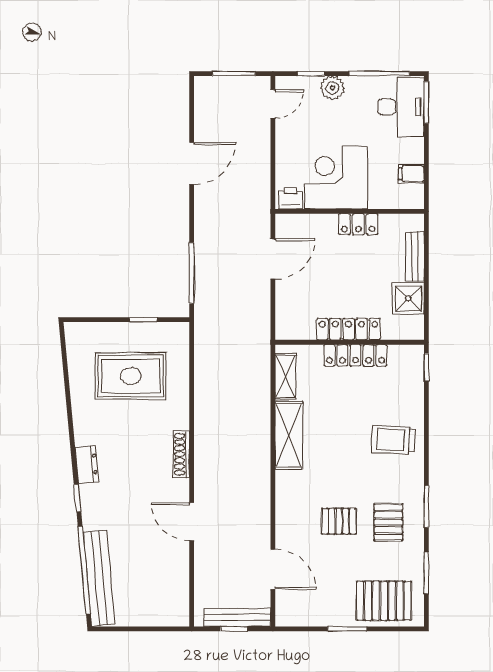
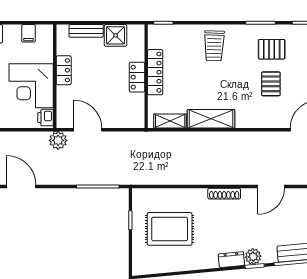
plant: (258, 216) -> (58, 140), added
locker: (348, 329) -> (137, 77), width x0.66
rug: (131, 376) -> (170, 229), turned 90
plant: (91, 496) -> (253, 257), added

